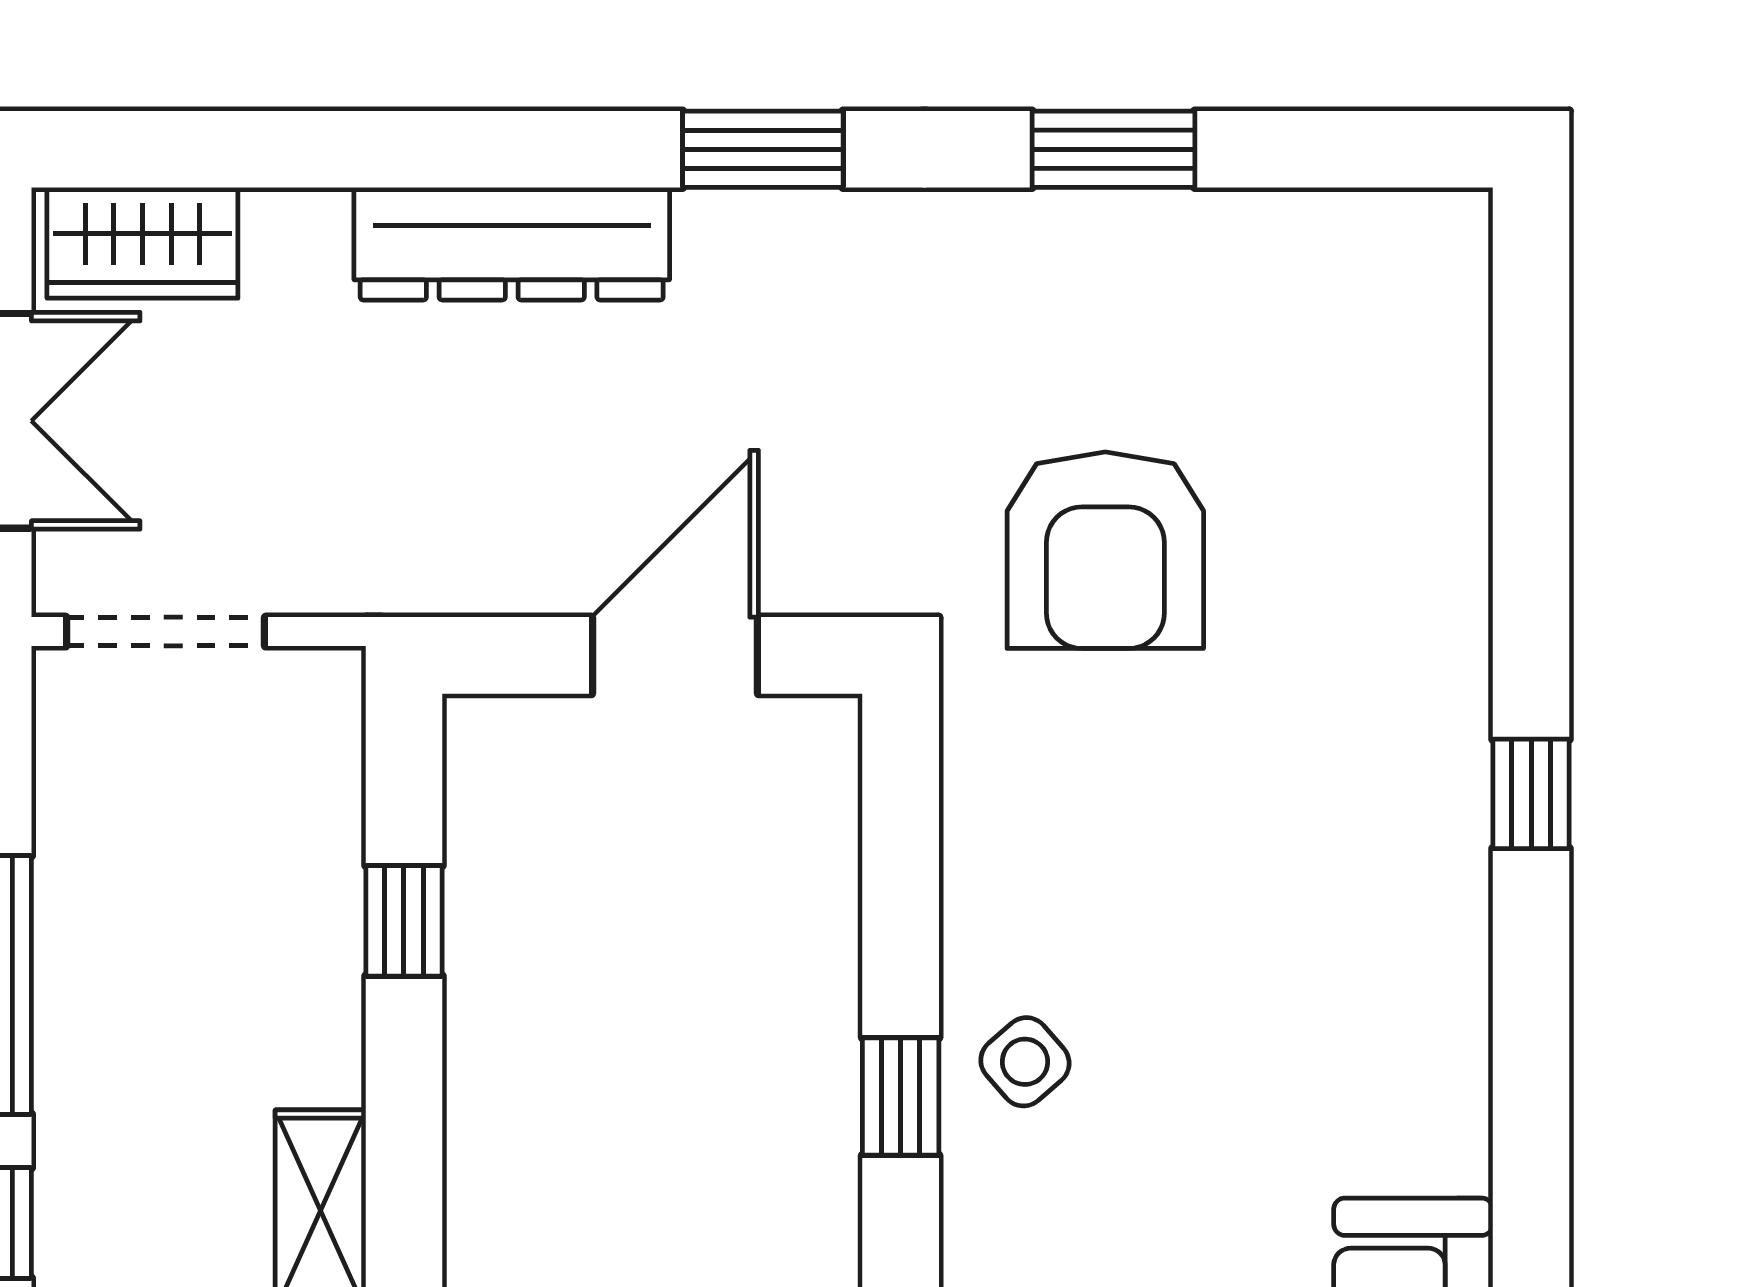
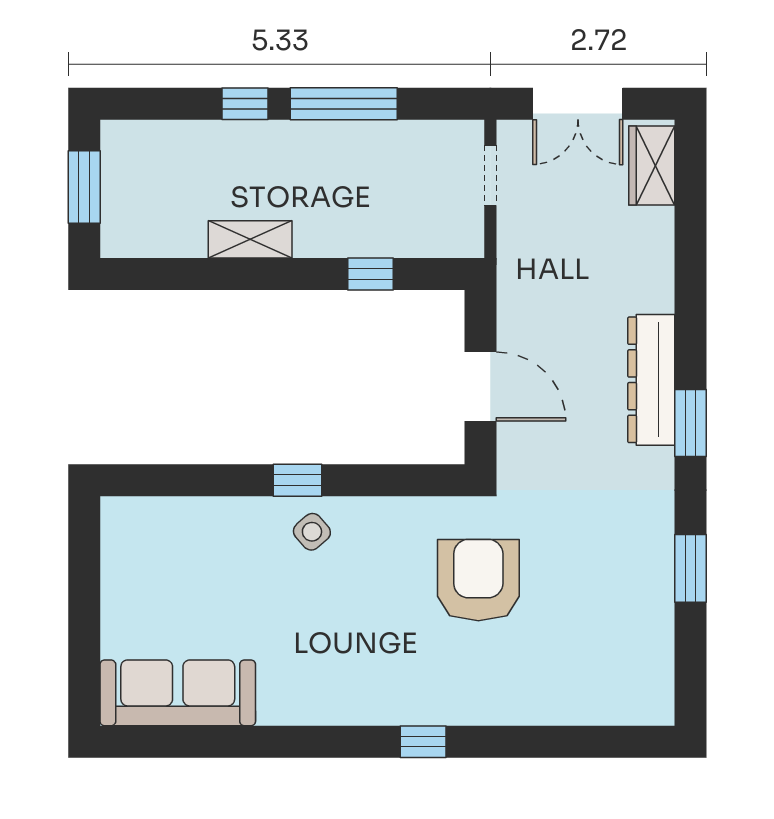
dresser: (512, 244) -> (651, 380), moved
armchair: (1105, 550) -> (478, 580), moved, turned 90
doorway: (166, 632) -> (490, 175), width x0.73

